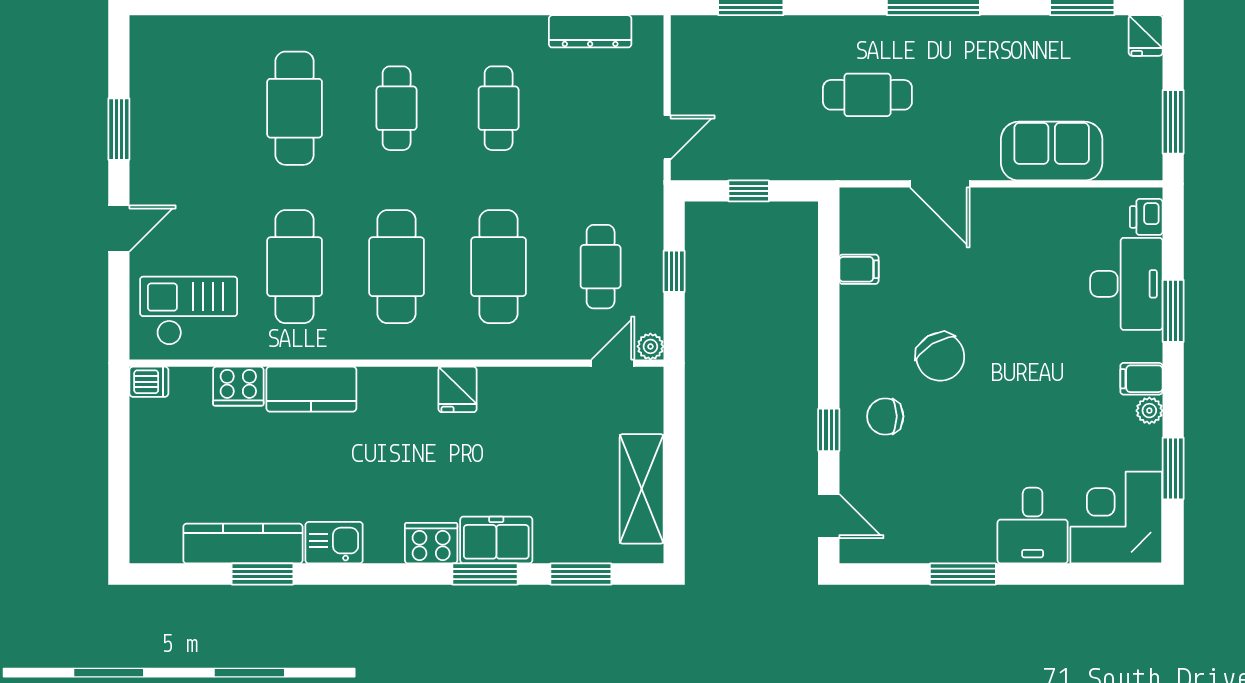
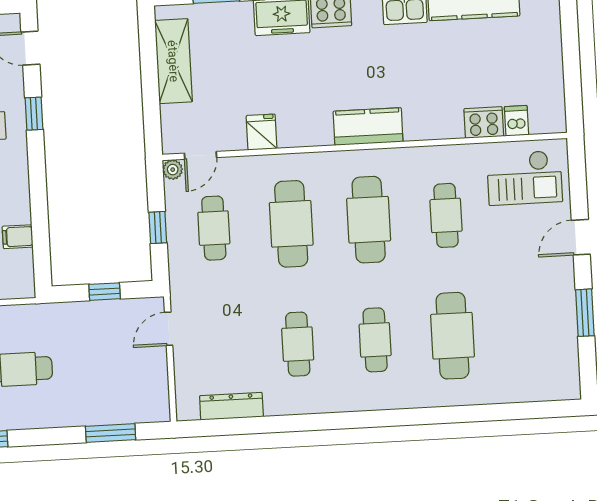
cafe table: (295, 267) -> (446, 215), width x0.73, depth x0.74
dishwasher: (149, 382) -> (517, 121), moved, turned 90
kitchen counter: (311, 389) -> (368, 126), moved
fridge: (458, 389) -> (262, 132), moved

